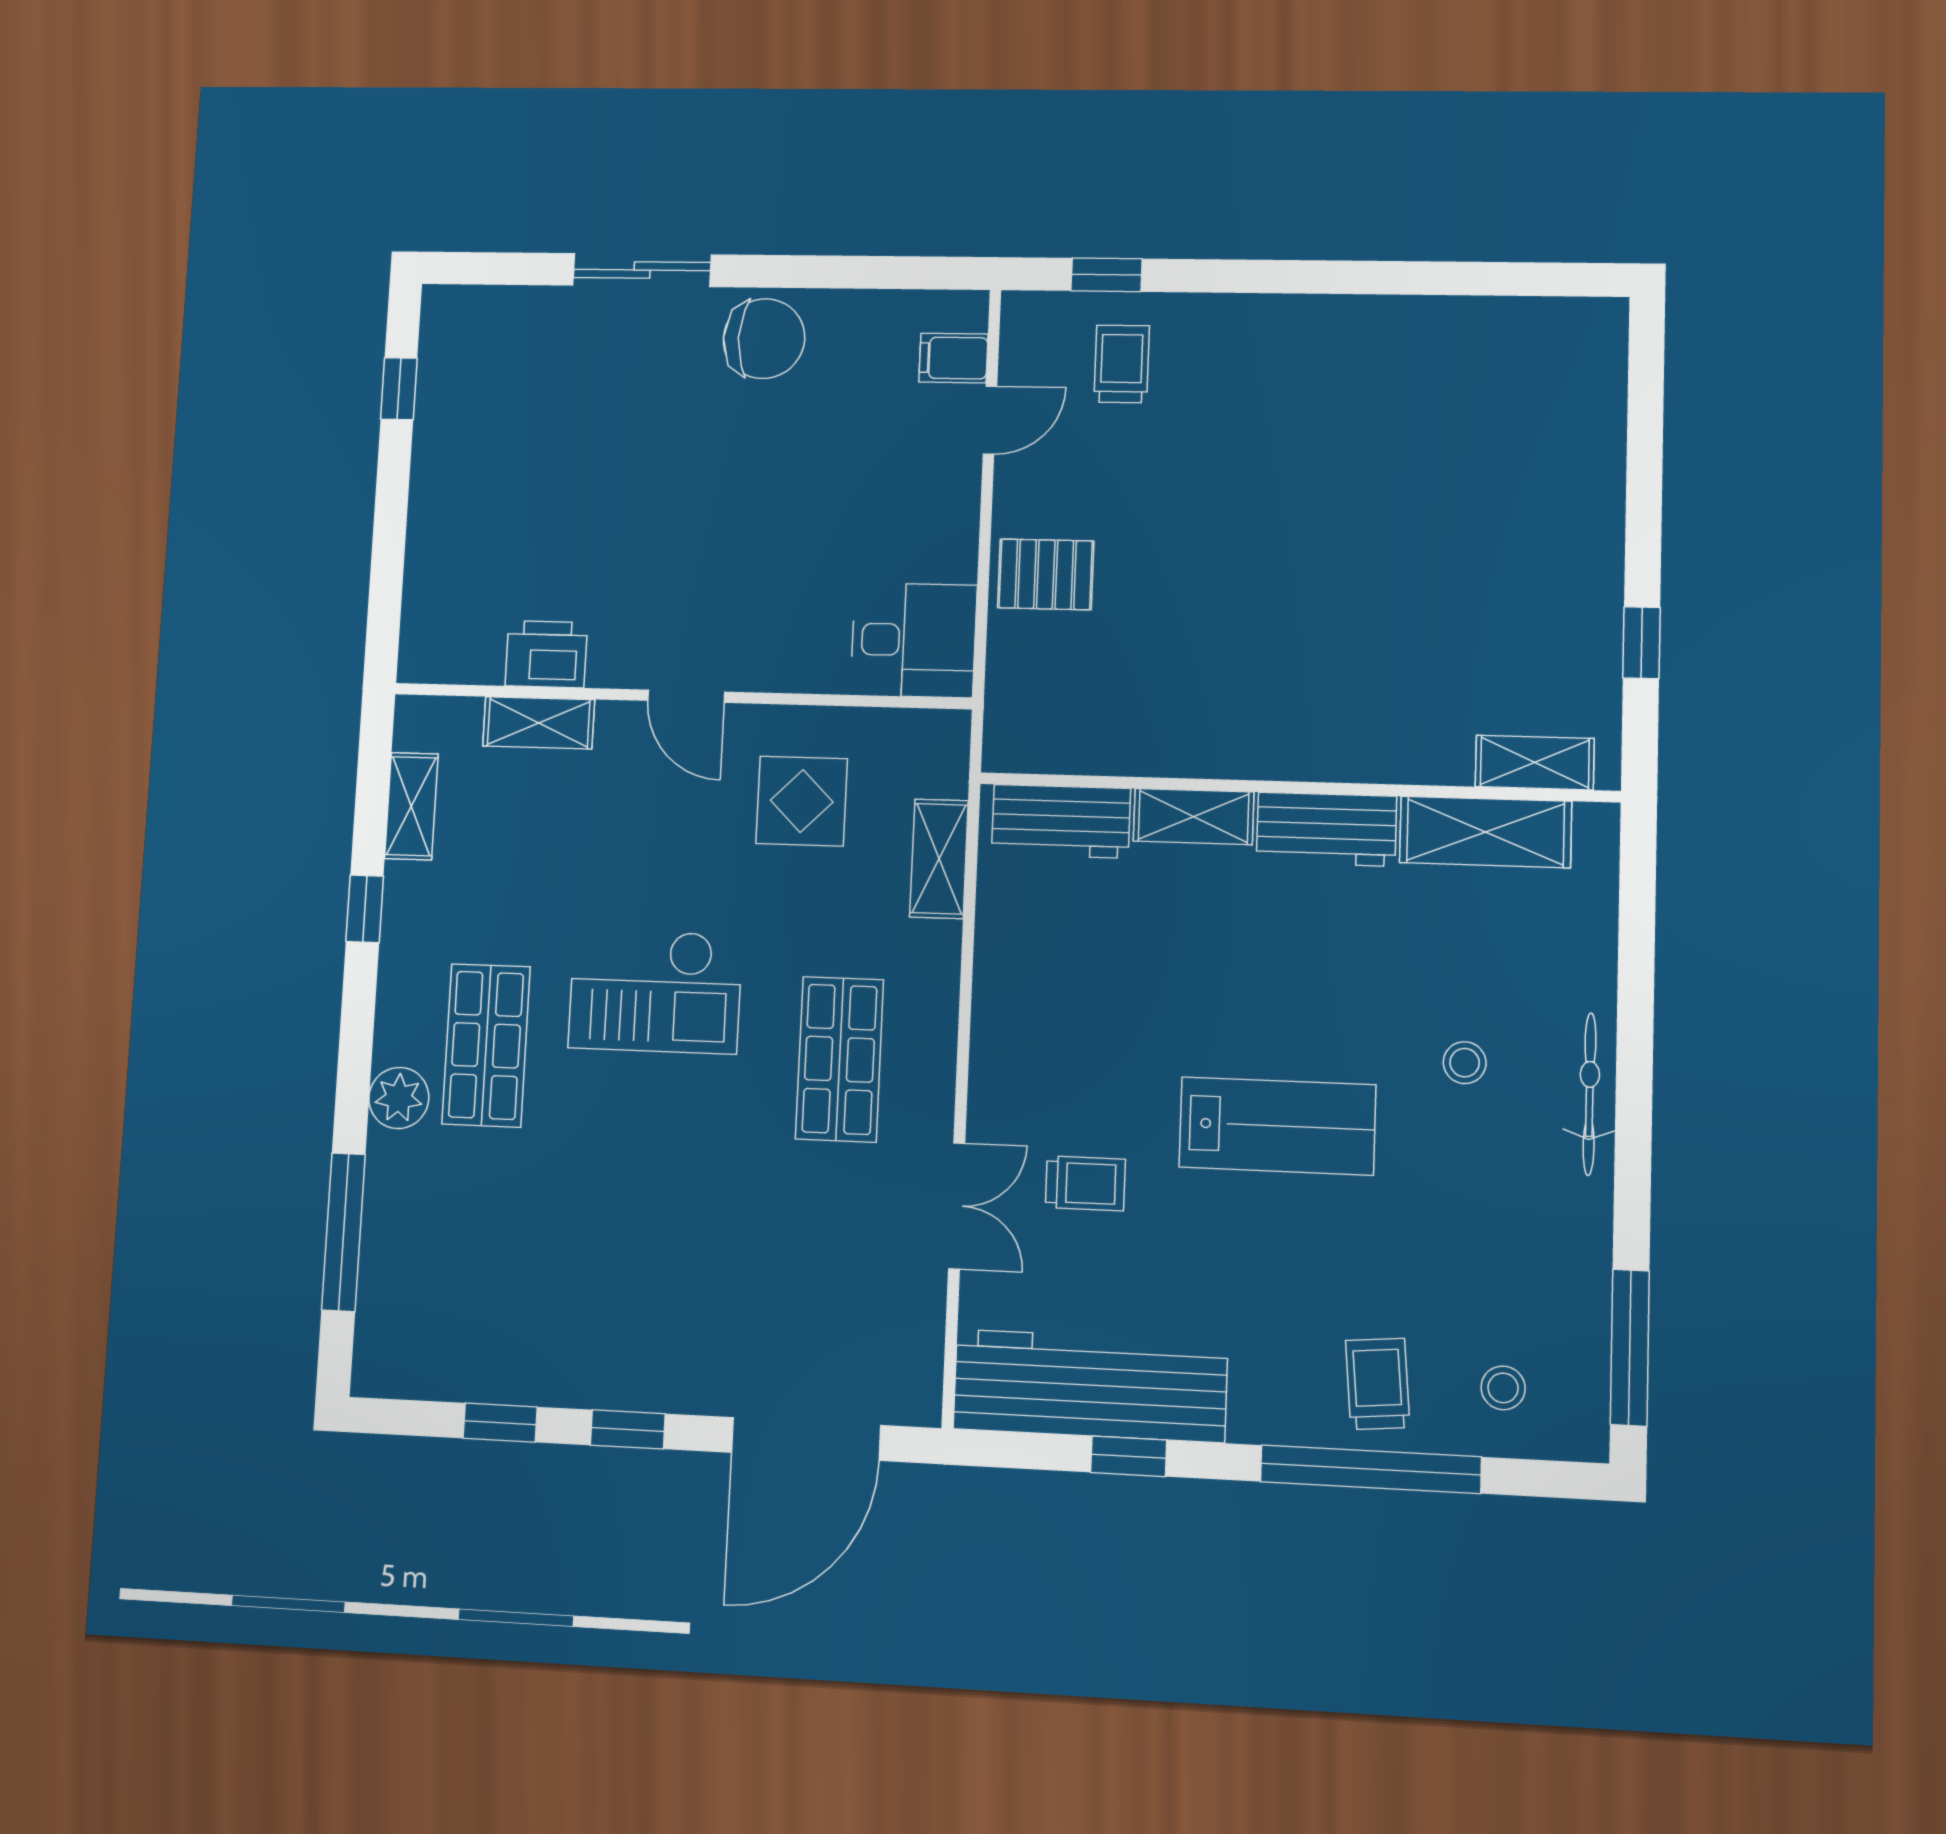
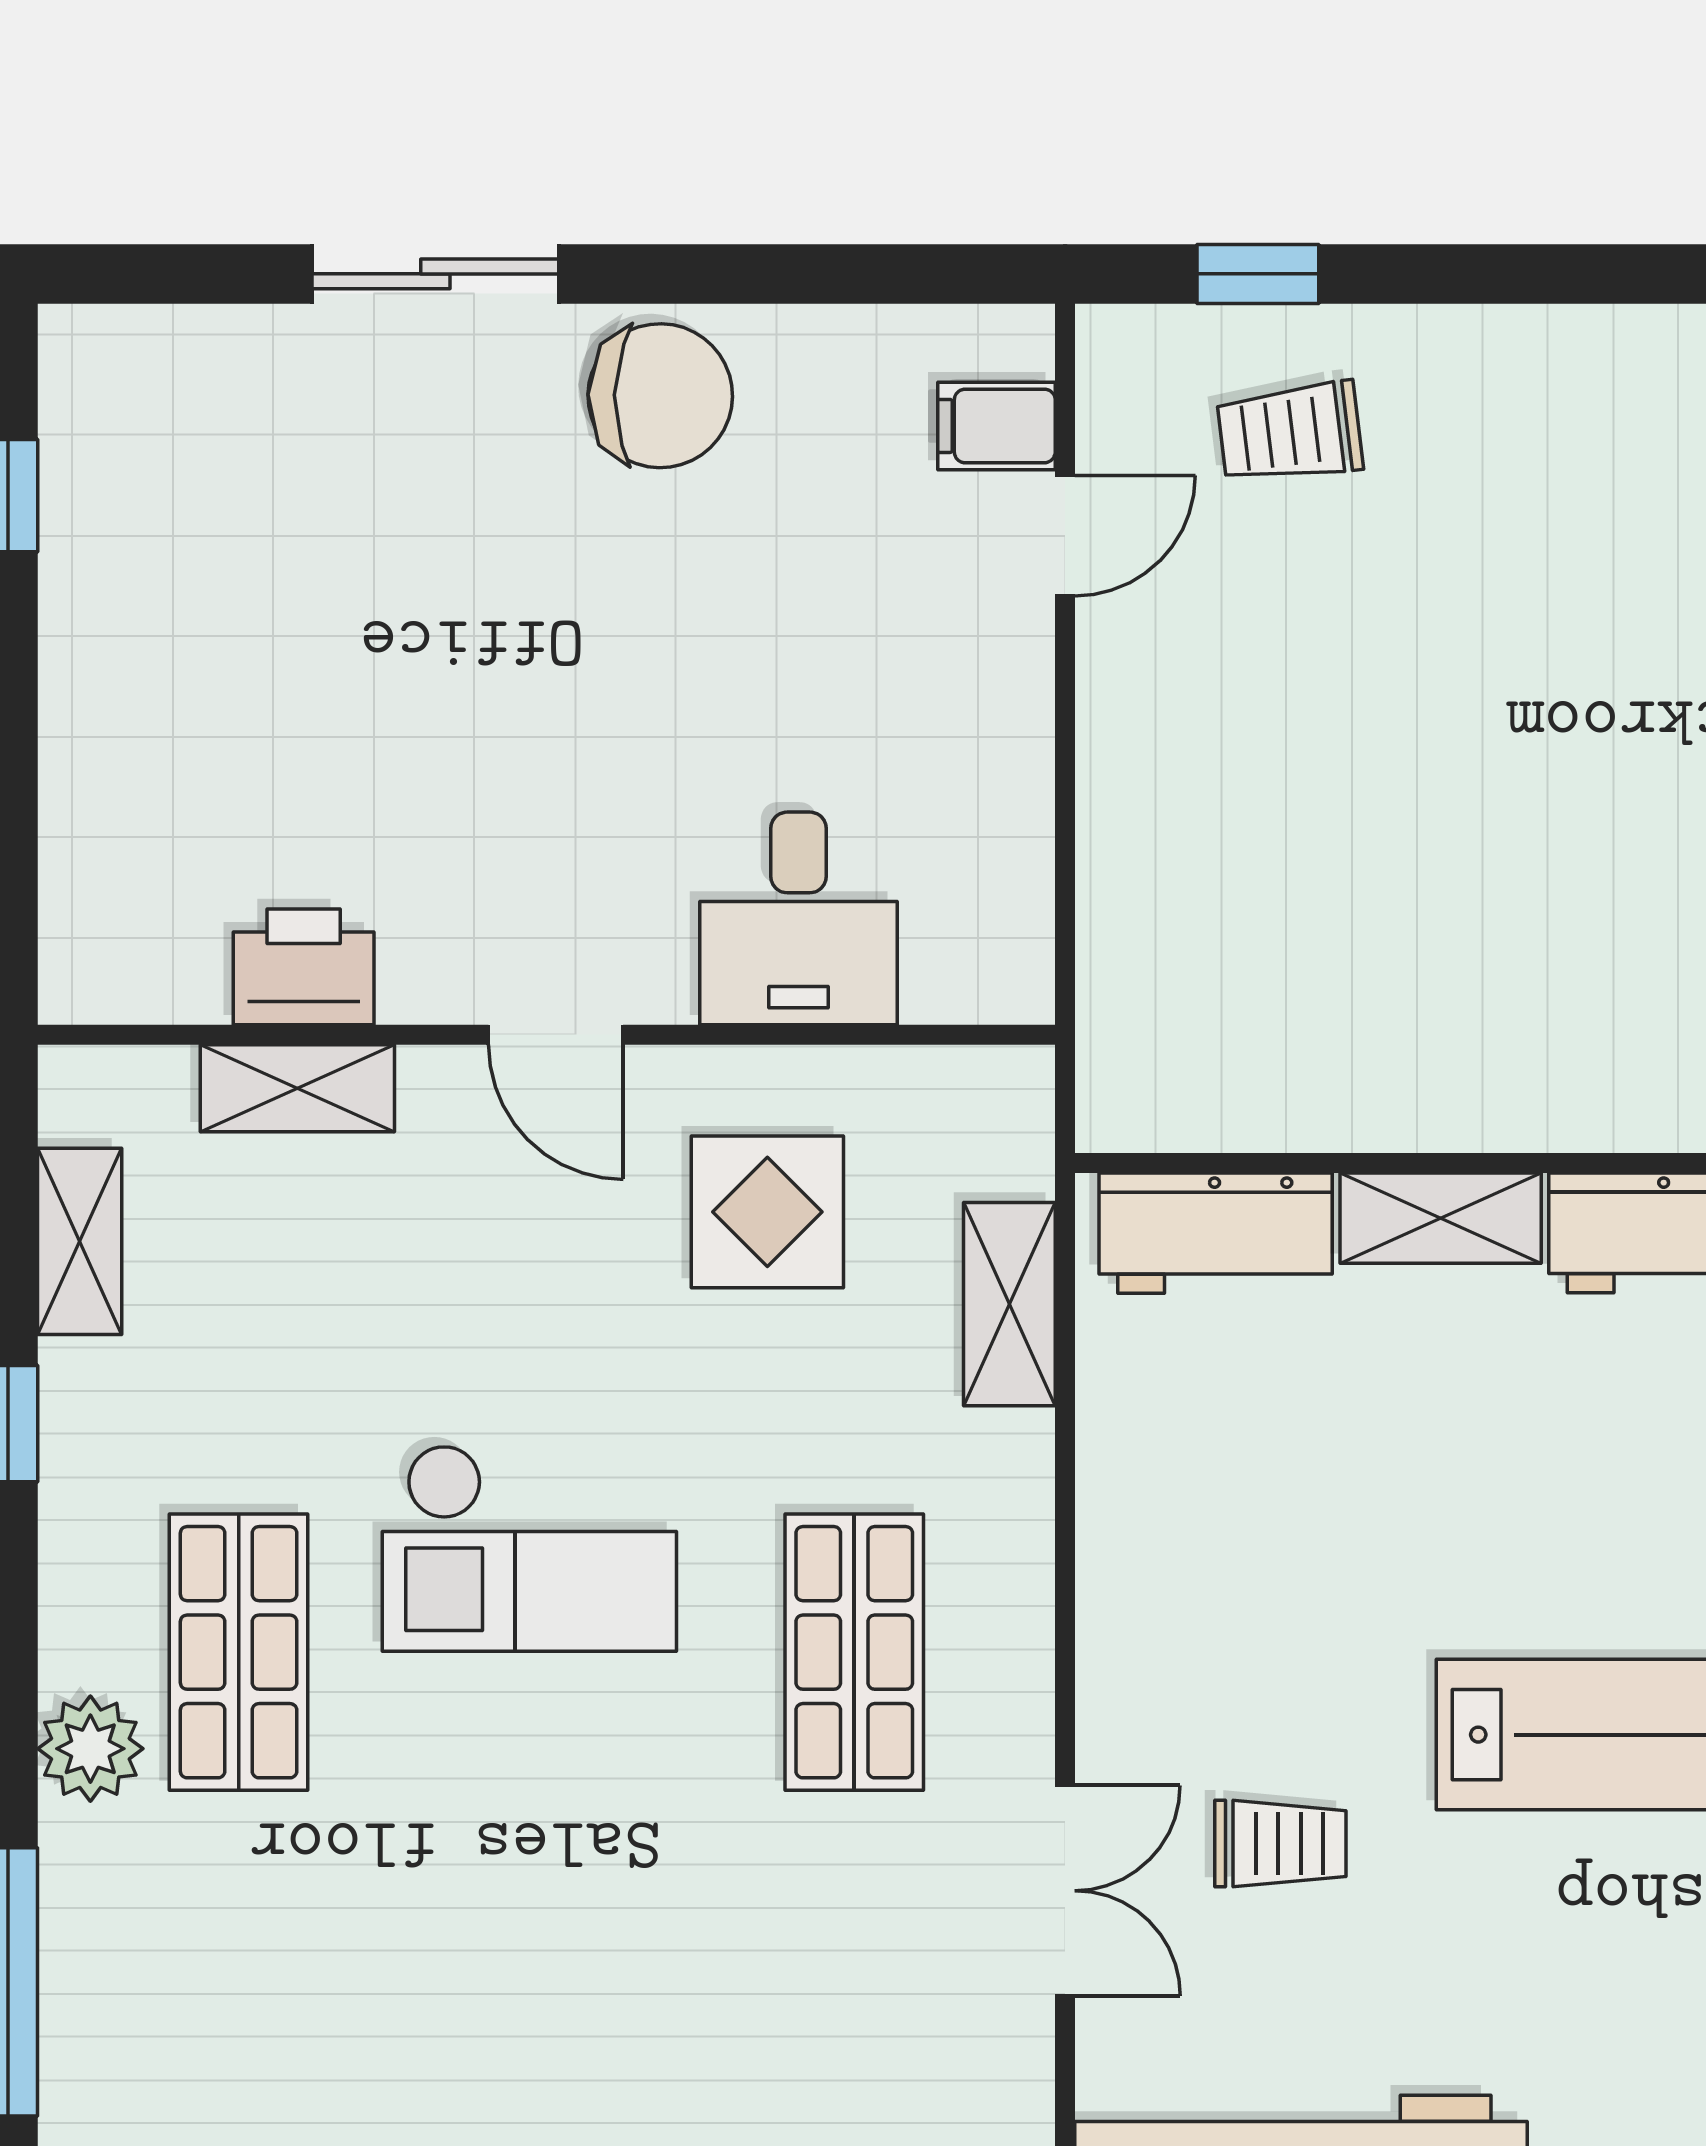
trolley: (1122, 364) -> (1290, 433), turned -97
pallet: (1046, 574) -> (1173, 806), removed
desk: (914, 640) -> (798, 918), moved, turned 90

